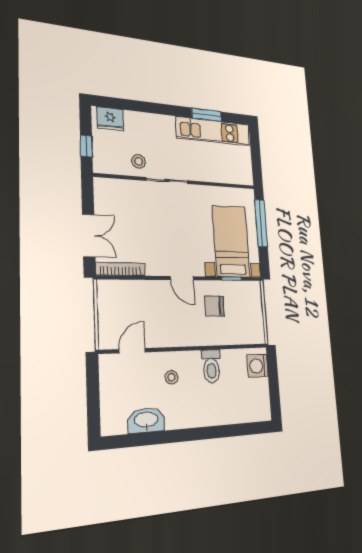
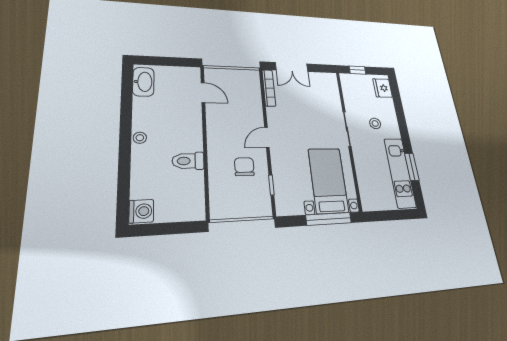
stool: (139, 161) -> (375, 123), moved
bed with nightstands: (231, 241) -> (328, 180), moved, turned -90
washing machine: (258, 366) -> (141, 211), moved, turned 90
stool: (171, 377) -> (140, 138), moved
washbasin: (146, 420) -> (143, 82), moved

